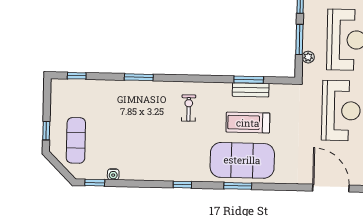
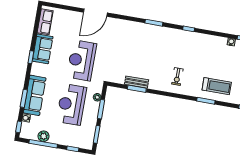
treadmill: (248, 123) -> (217, 86), moved
exercise mat: (242, 160) -> (149, 38), removed
door: (331, 188) -> (95, 13), hinge flipped

